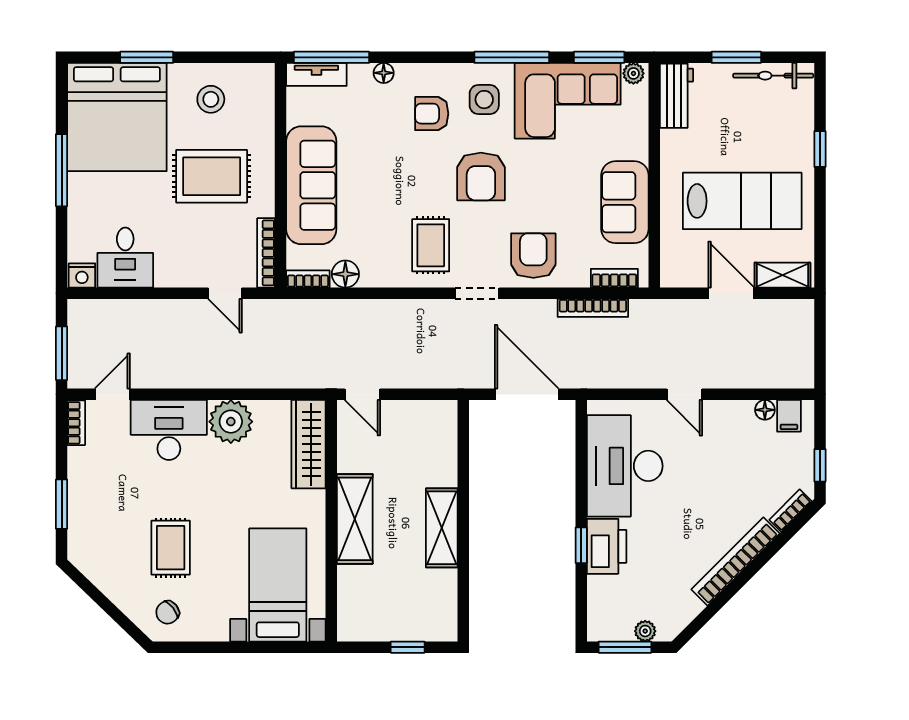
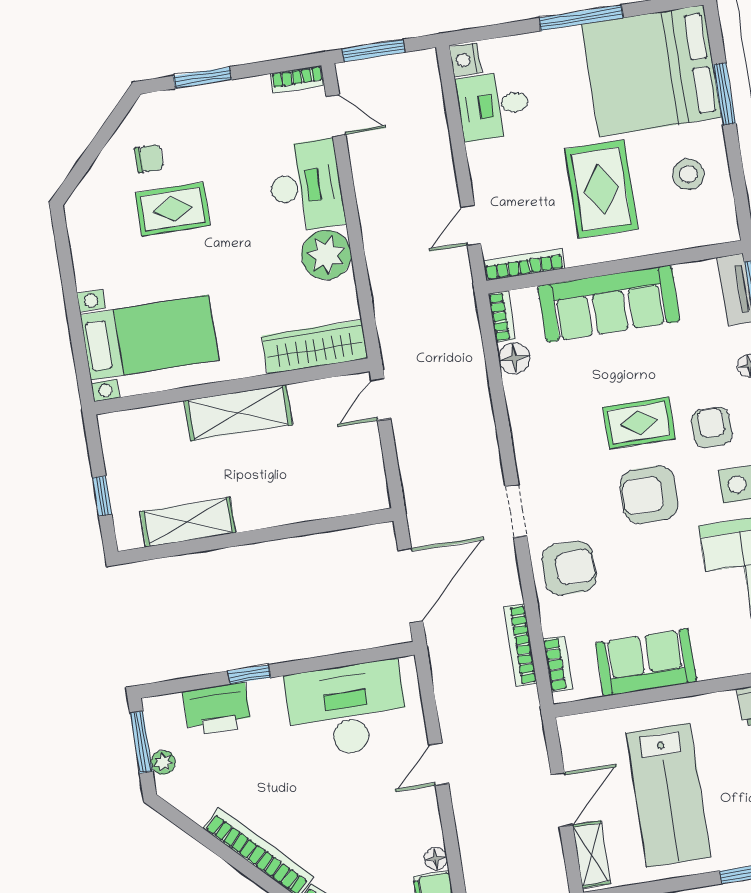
rug: (431, 245) -> (639, 423), moved
shelving: (442, 528) -> (188, 522), moved
printer: (607, 546) -> (217, 709), moved
chair: (168, 612) -> (149, 159), moved, turned 128

